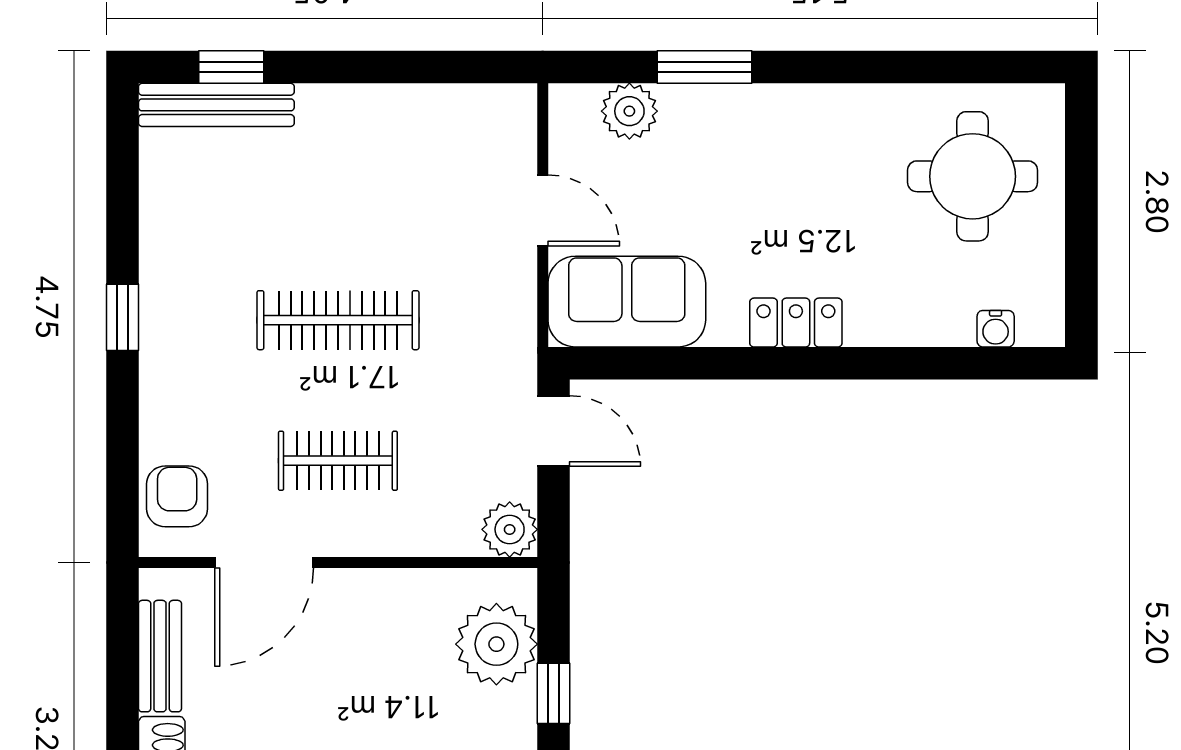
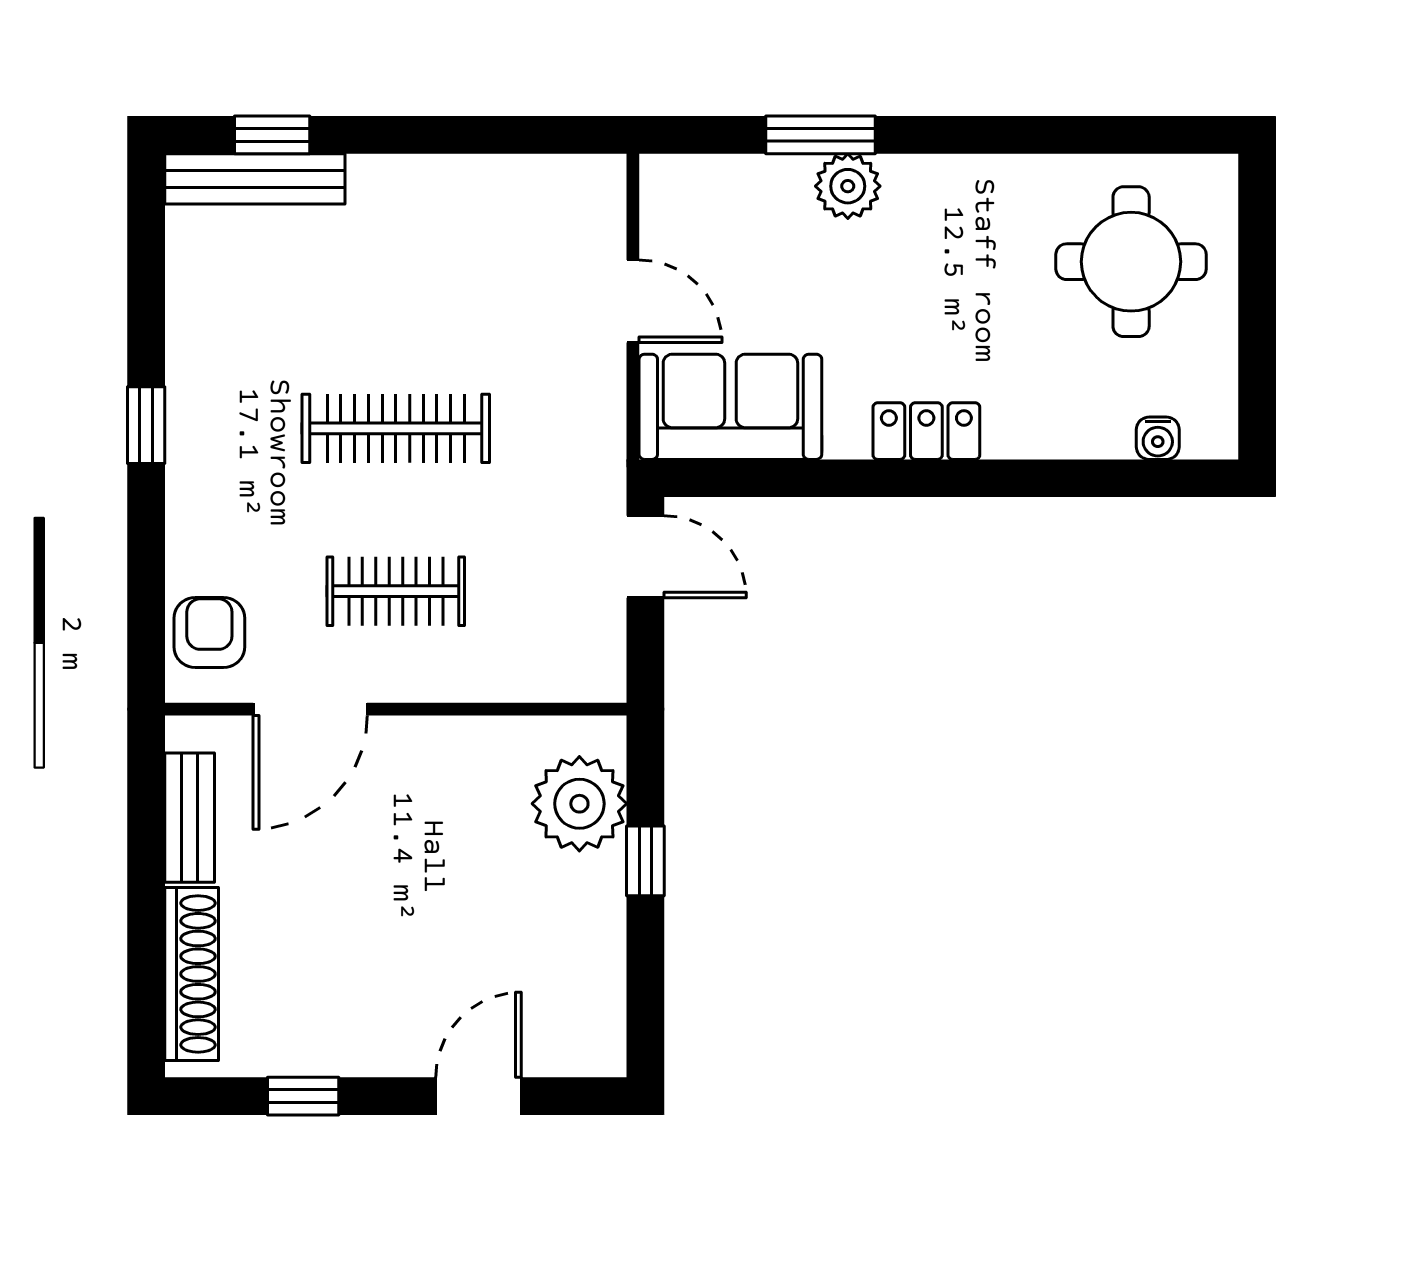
plant: (629, 111) -> (848, 186), moved
plant: (510, 529) -> (595, 671), removed

